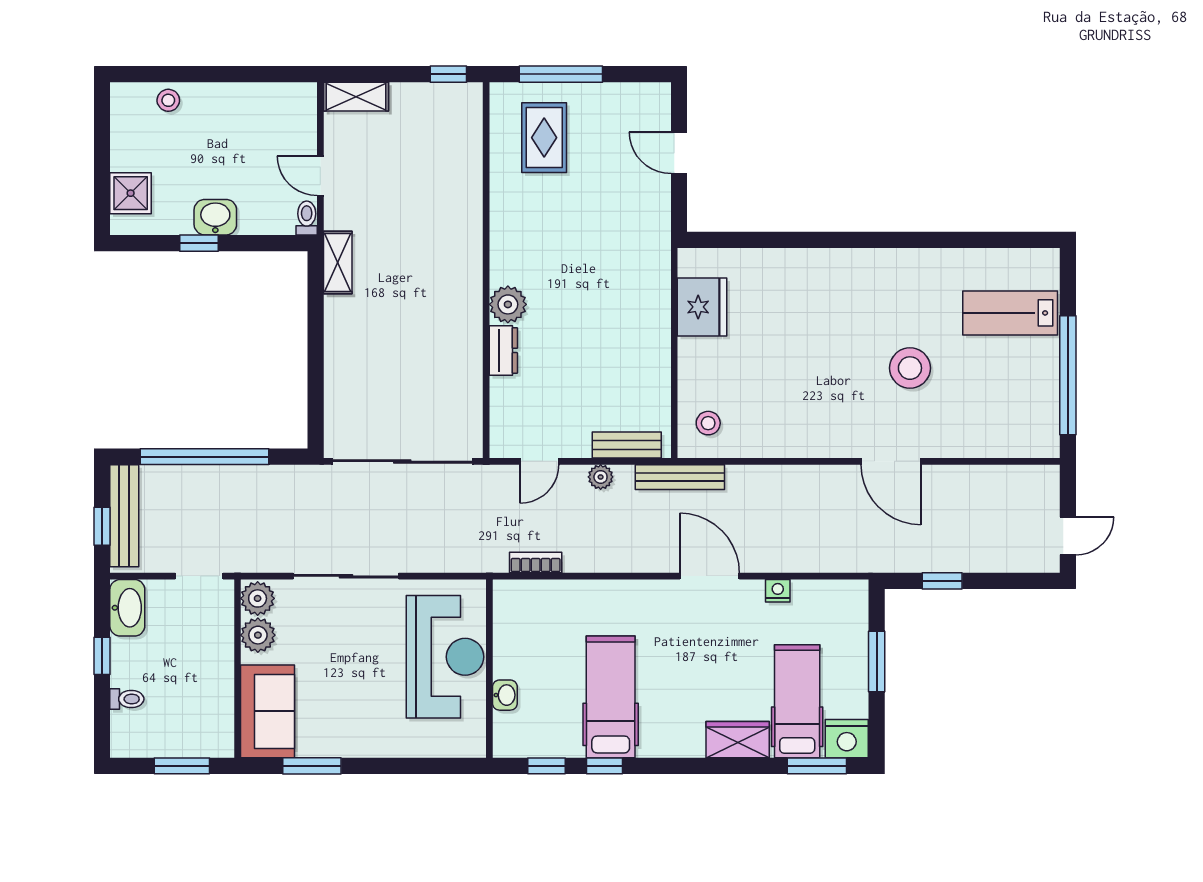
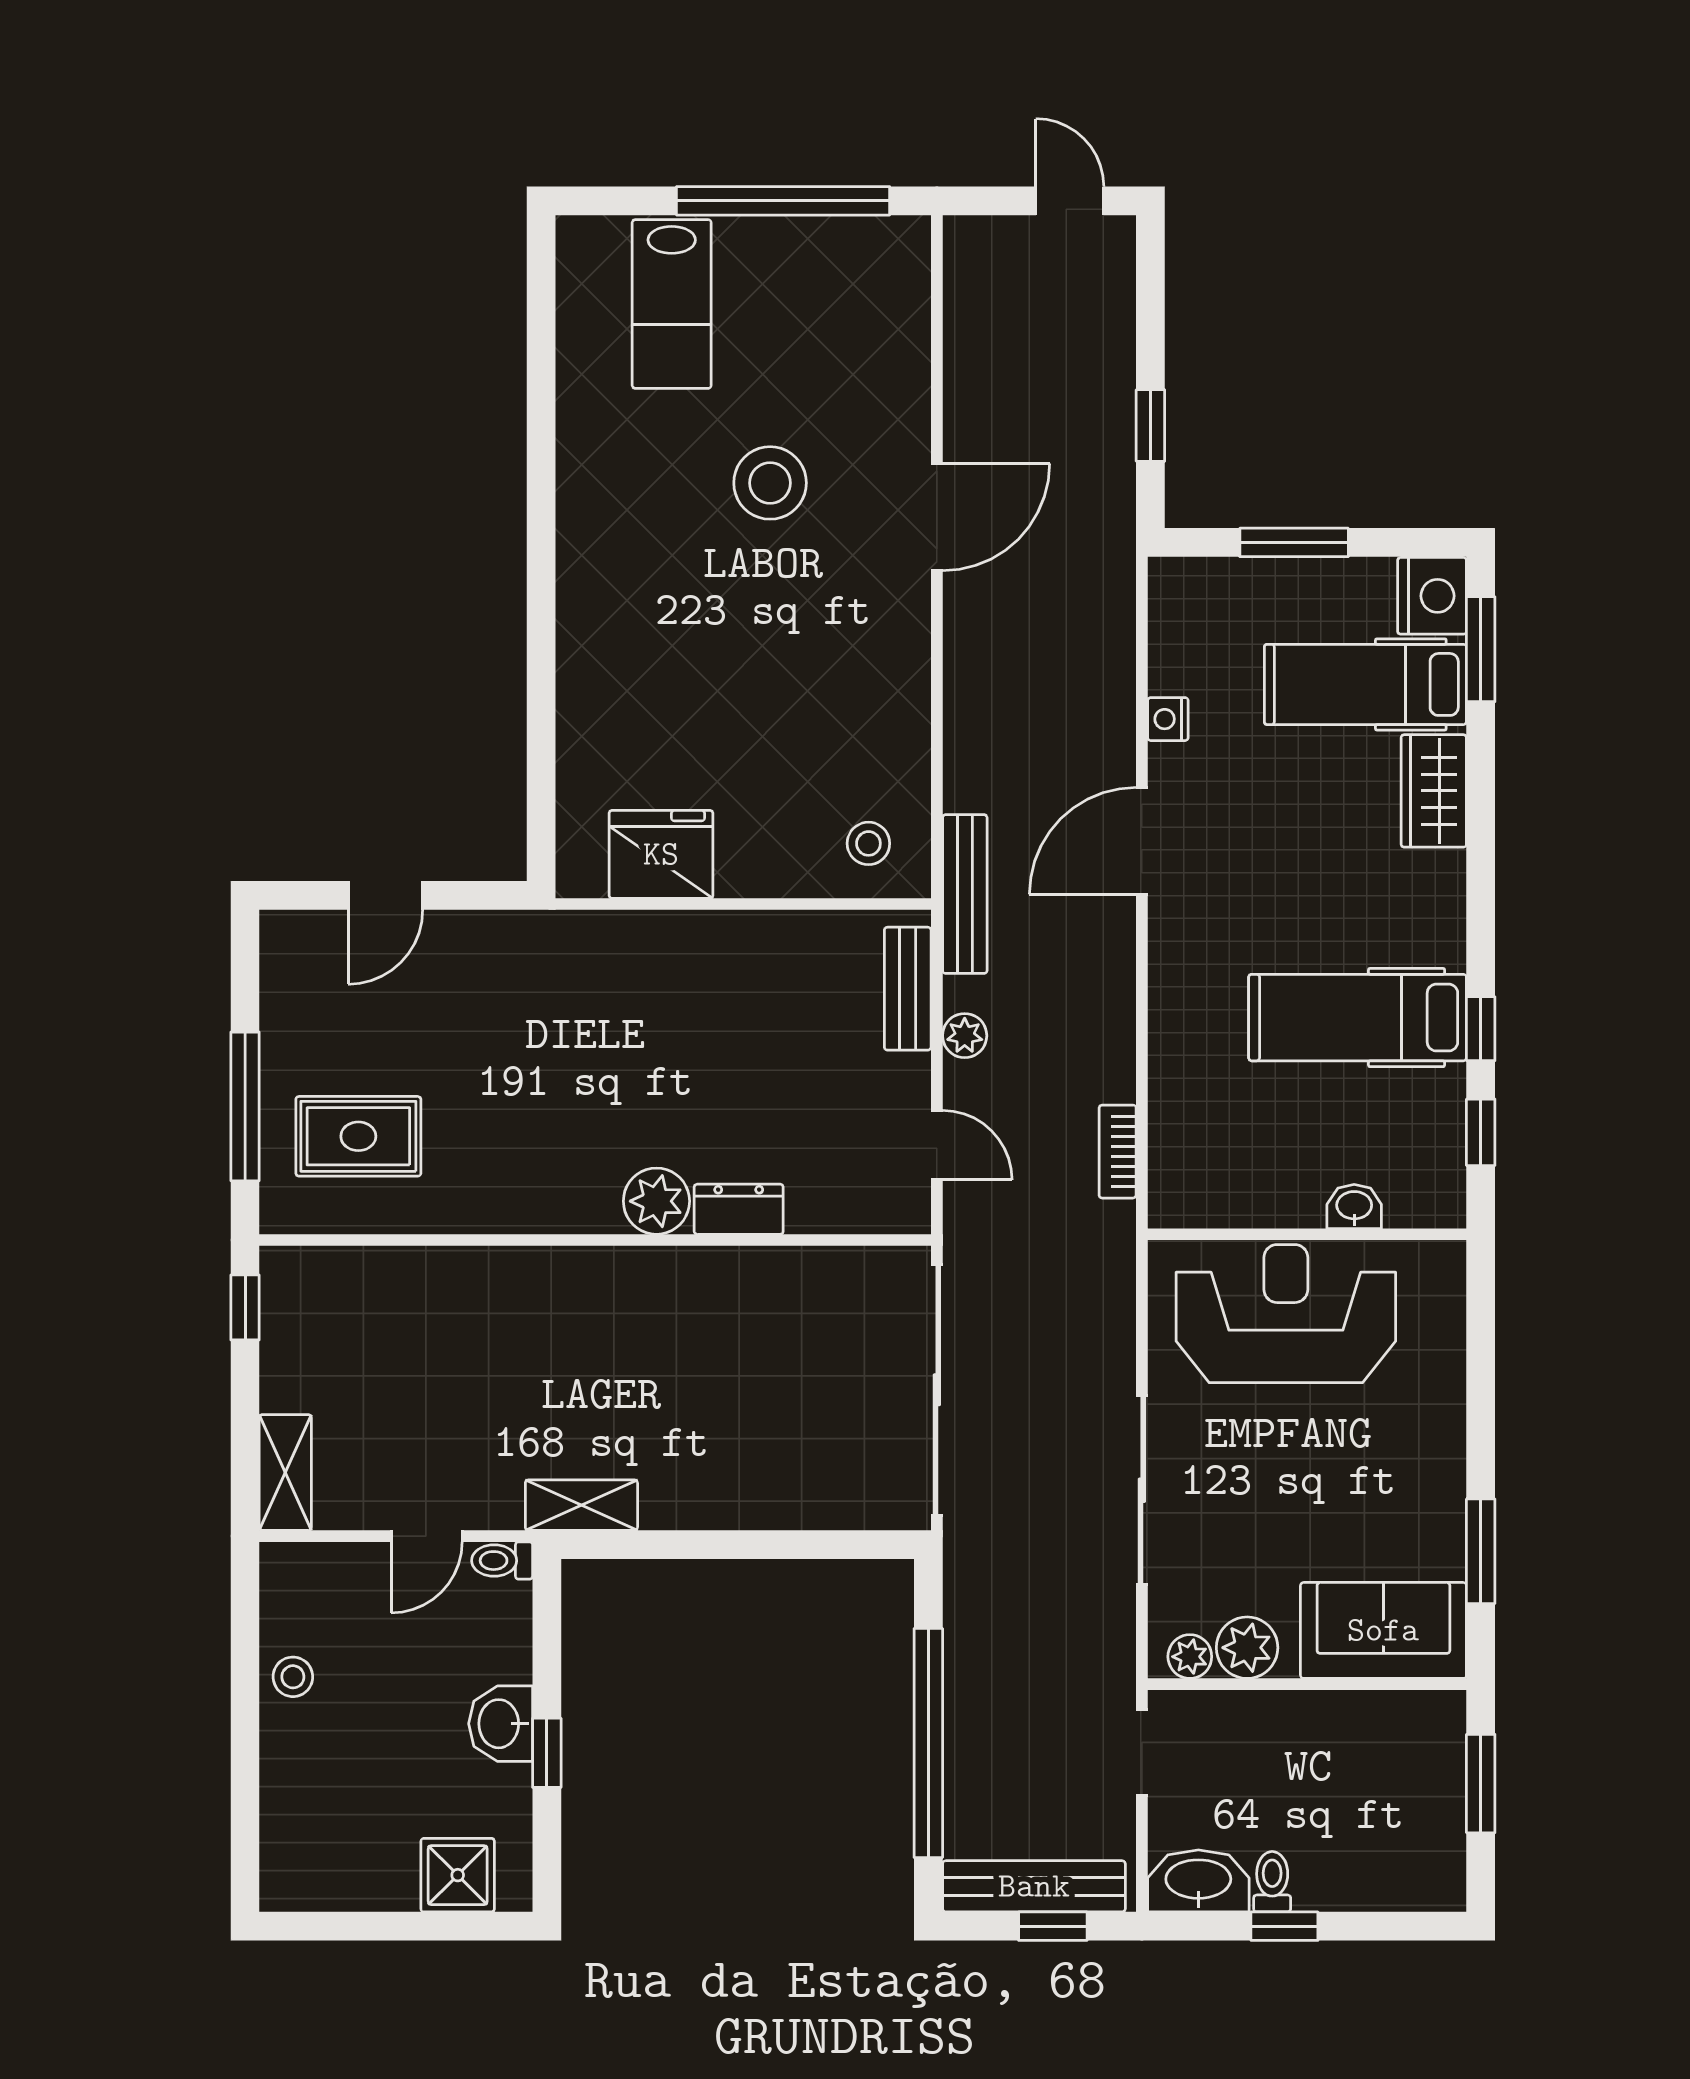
stool: (168, 100) -> (293, 1677), moved
plant: (258, 598) -> (1190, 1657), width x0.73, depth x0.73
toilet: (127, 699) -> (1272, 1882), moved

